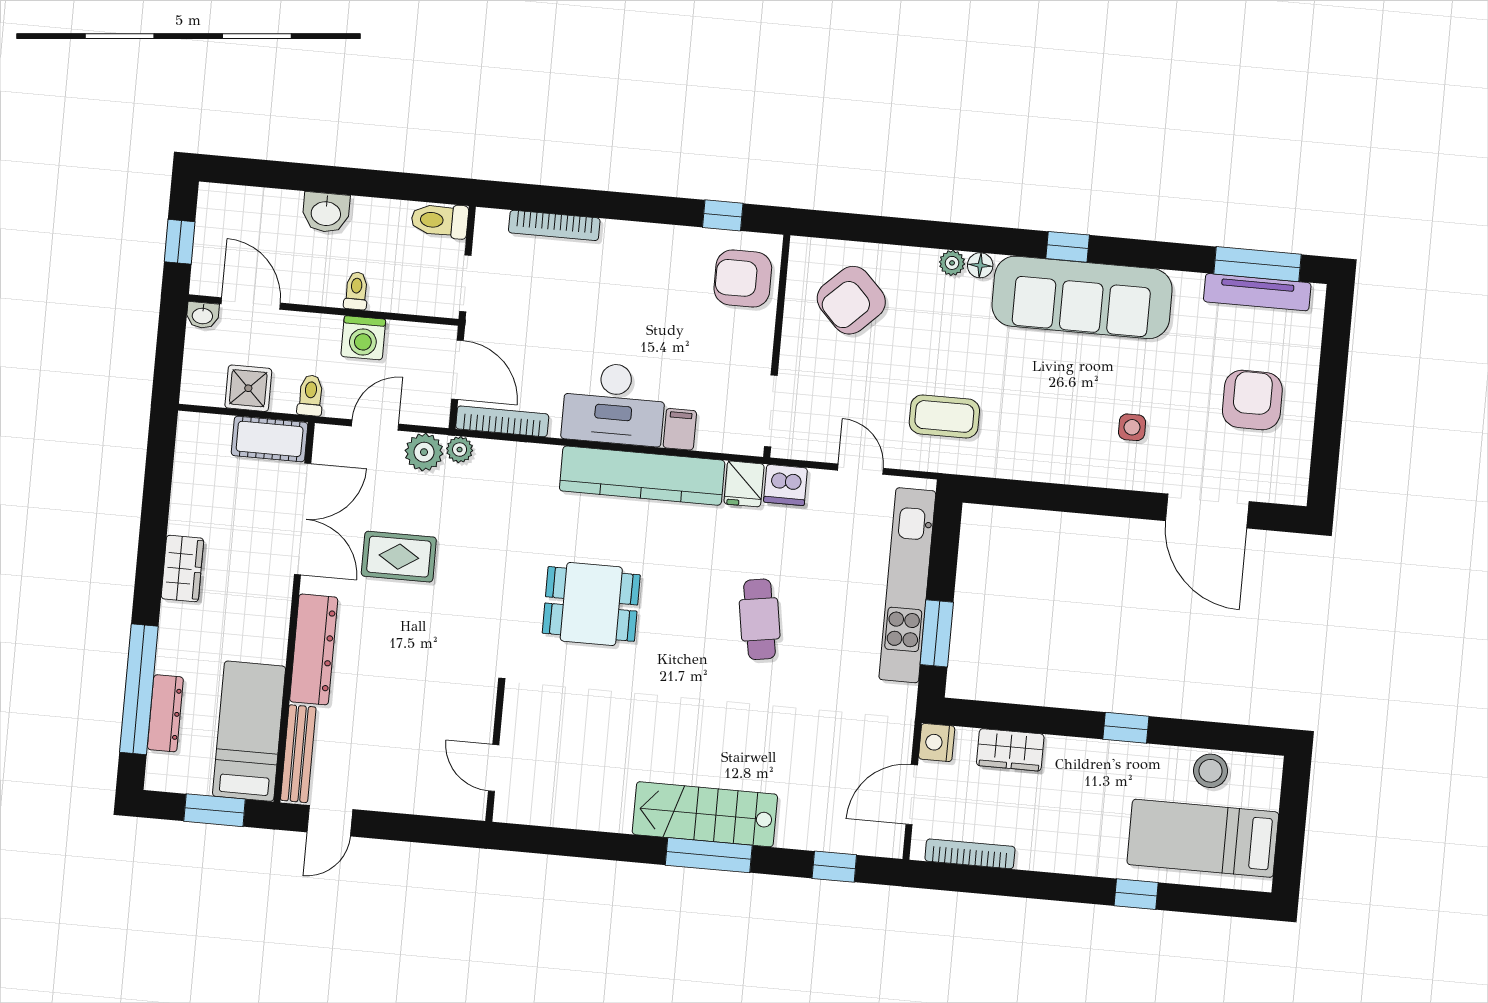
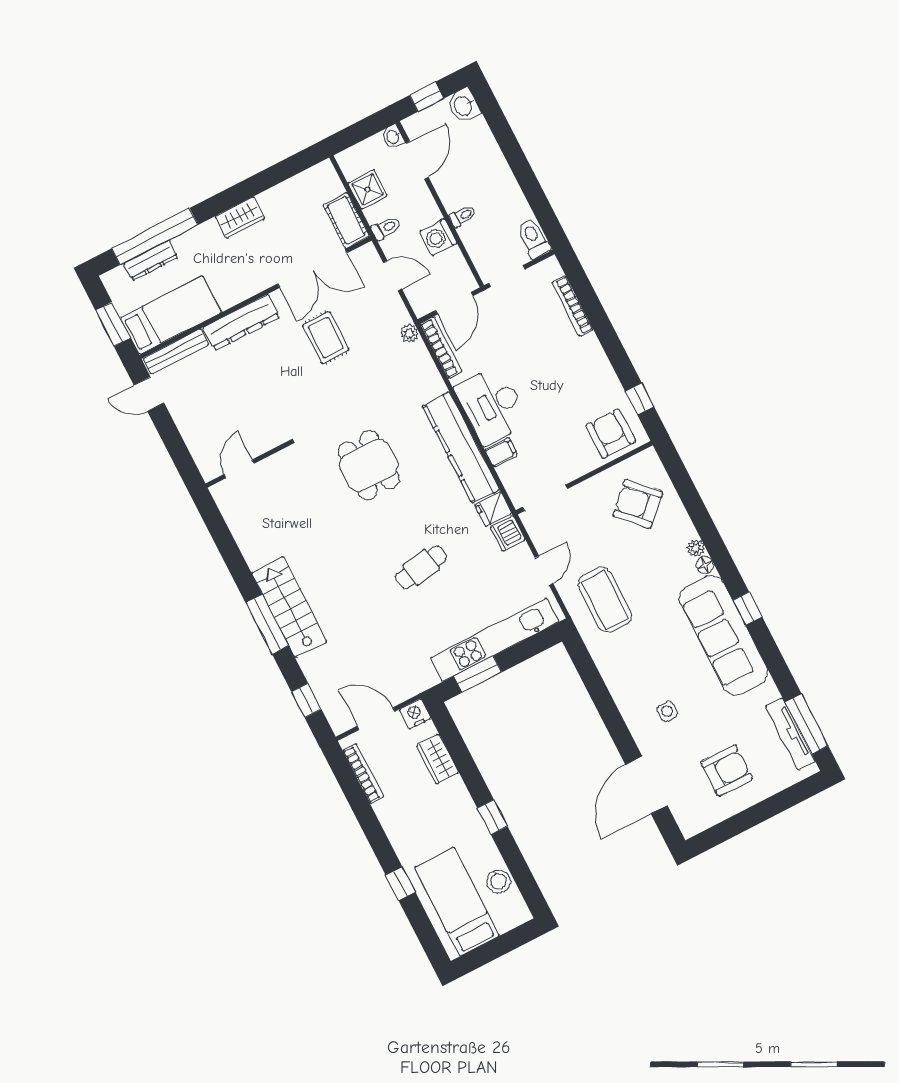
washbasin: (326, 212) -> (464, 106), moved
coffee table: (944, 416) -> (605, 600), width x1.36, depth x1.32
plant: (424, 452) -> (395, 314), removed

